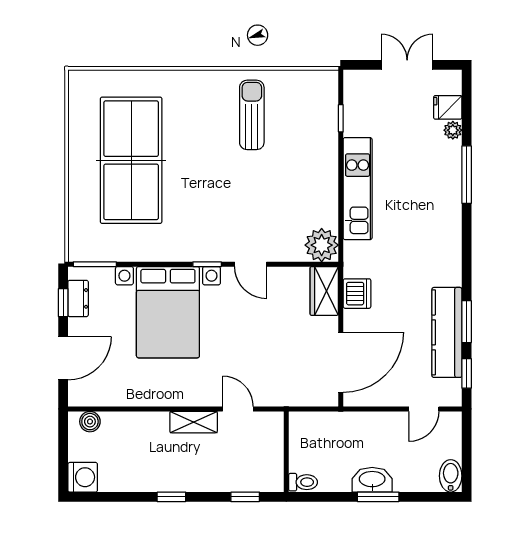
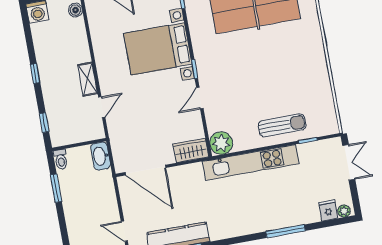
double door: (407, 65) -> (349, 162), moved
sun lounger: (252, 115) -> (282, 125), moved
plant: (453, 130) -> (344, 211), moved
kitchen unit: (358, 189) -> (251, 162), width x1.36
dishwasher: (357, 294) -> (193, 173), removed
washbasin: (372, 480) -> (101, 156), moved, turned 180
window: (378, 497) -> (56, 188), moved

